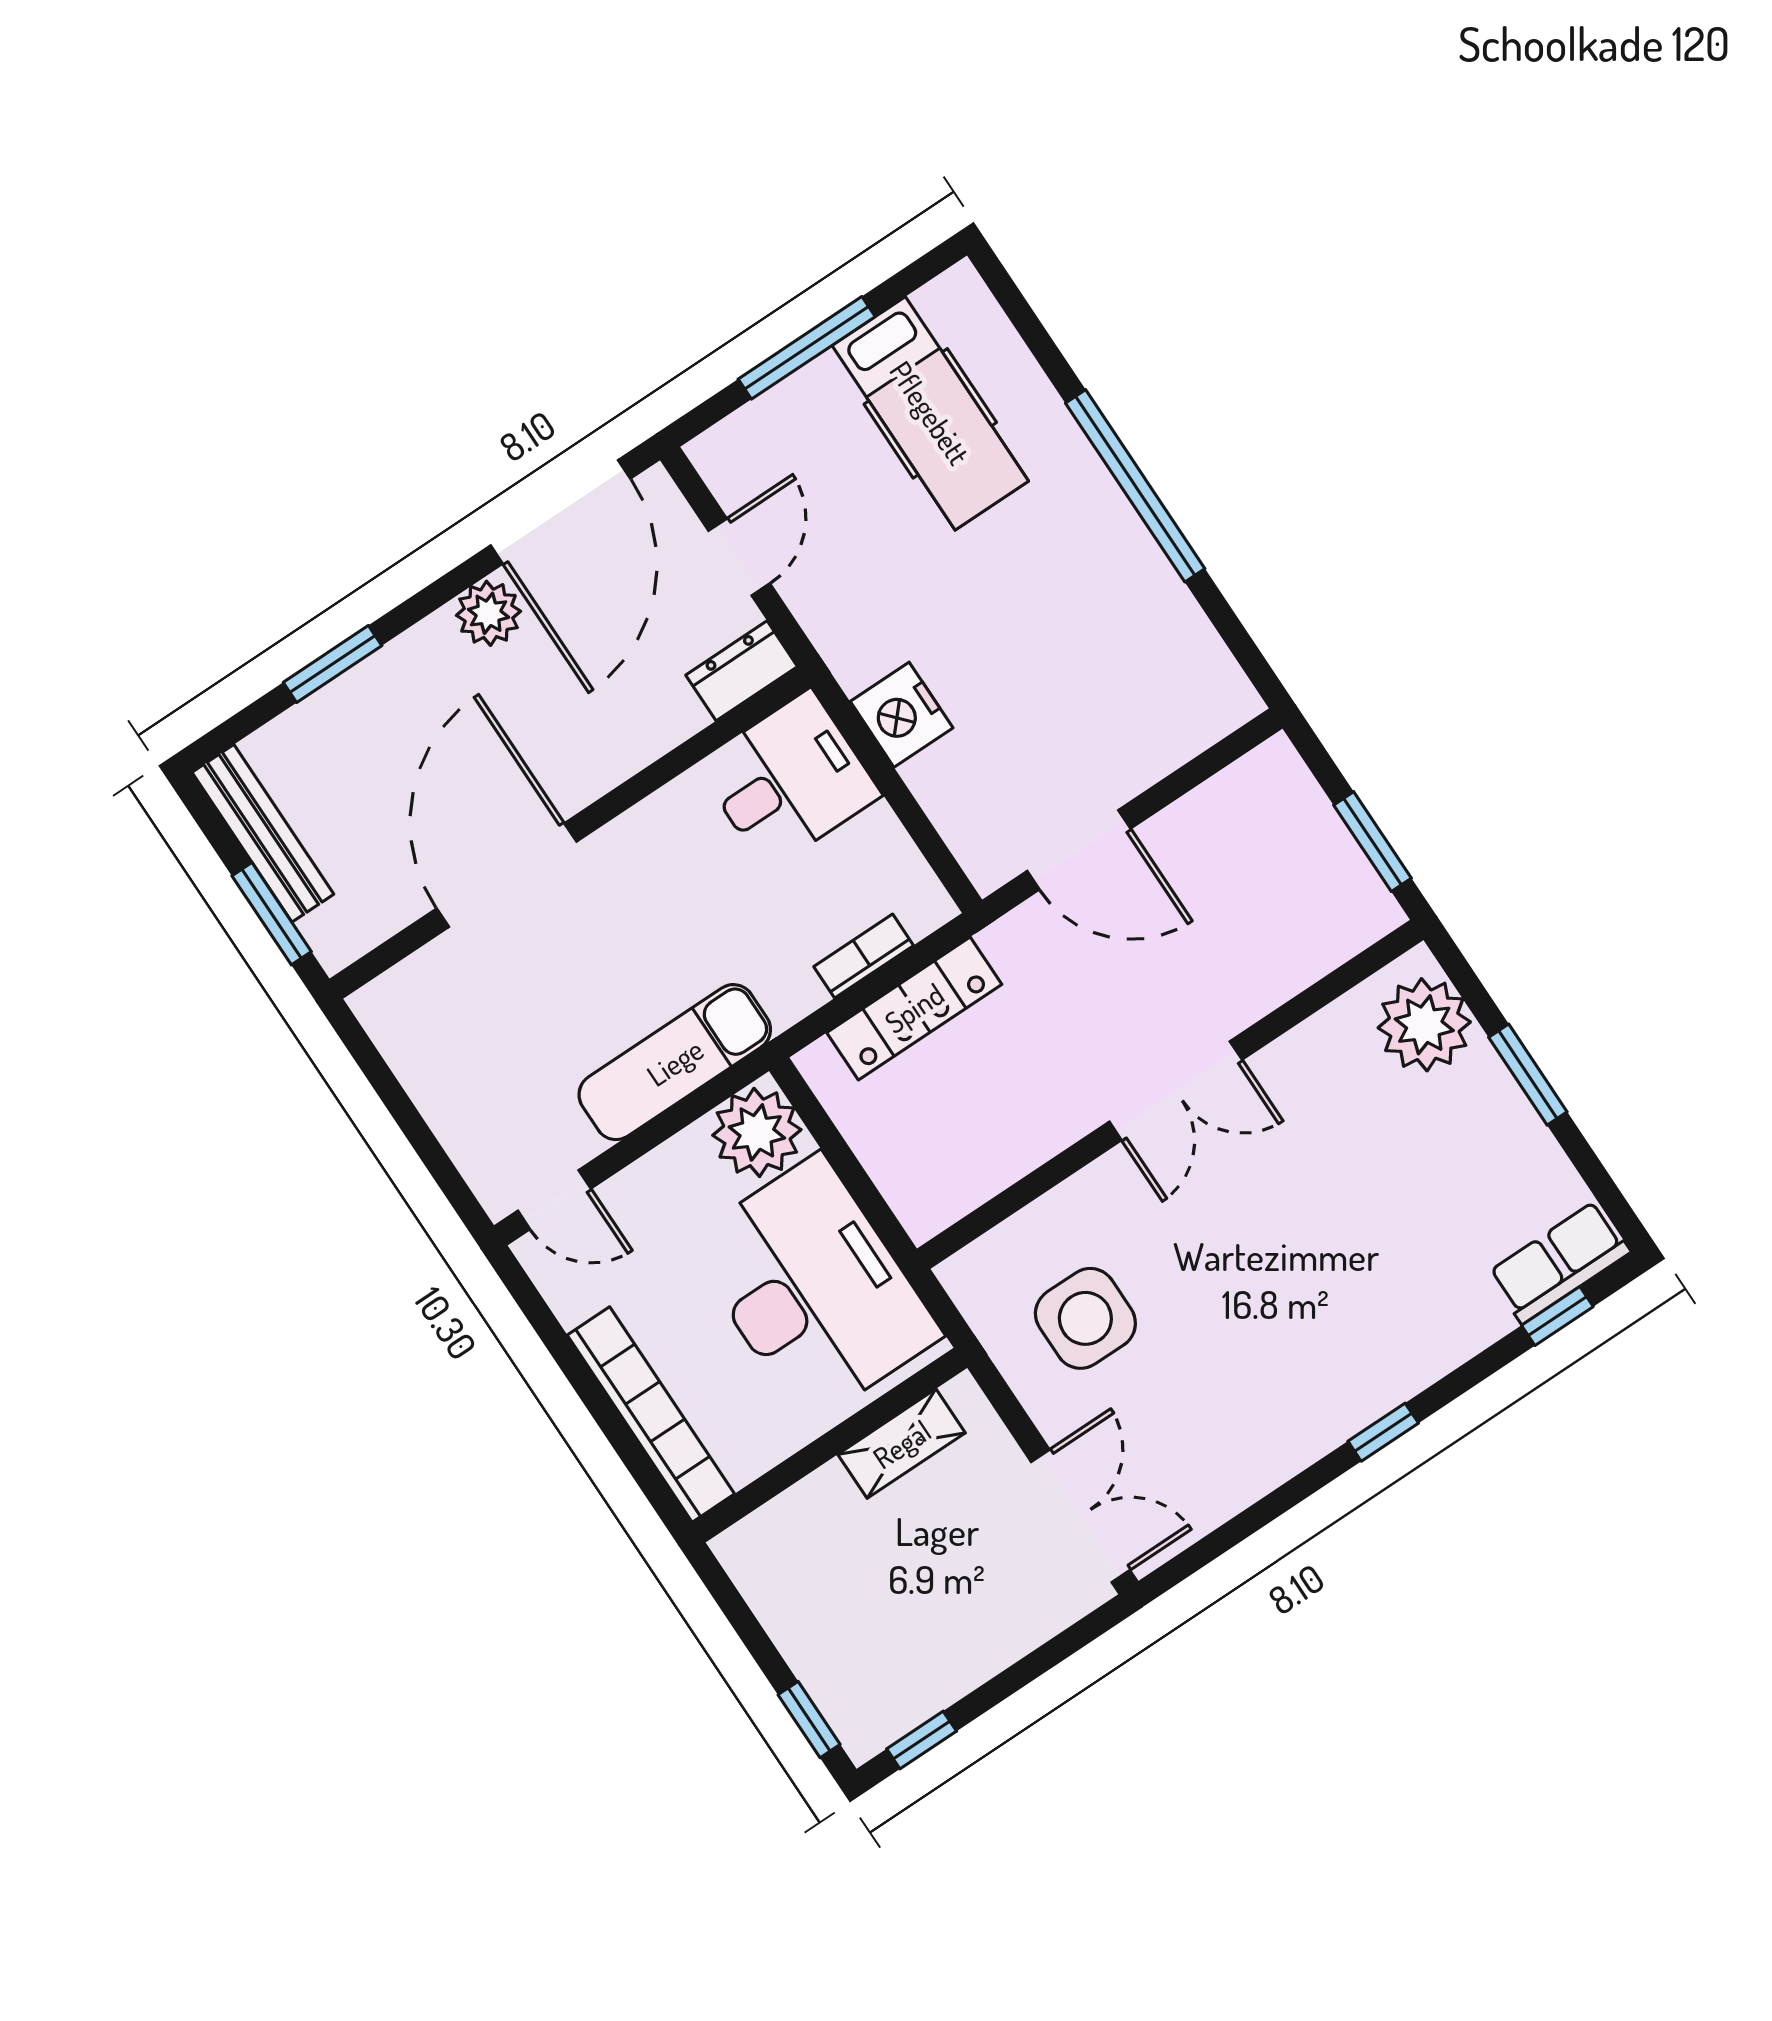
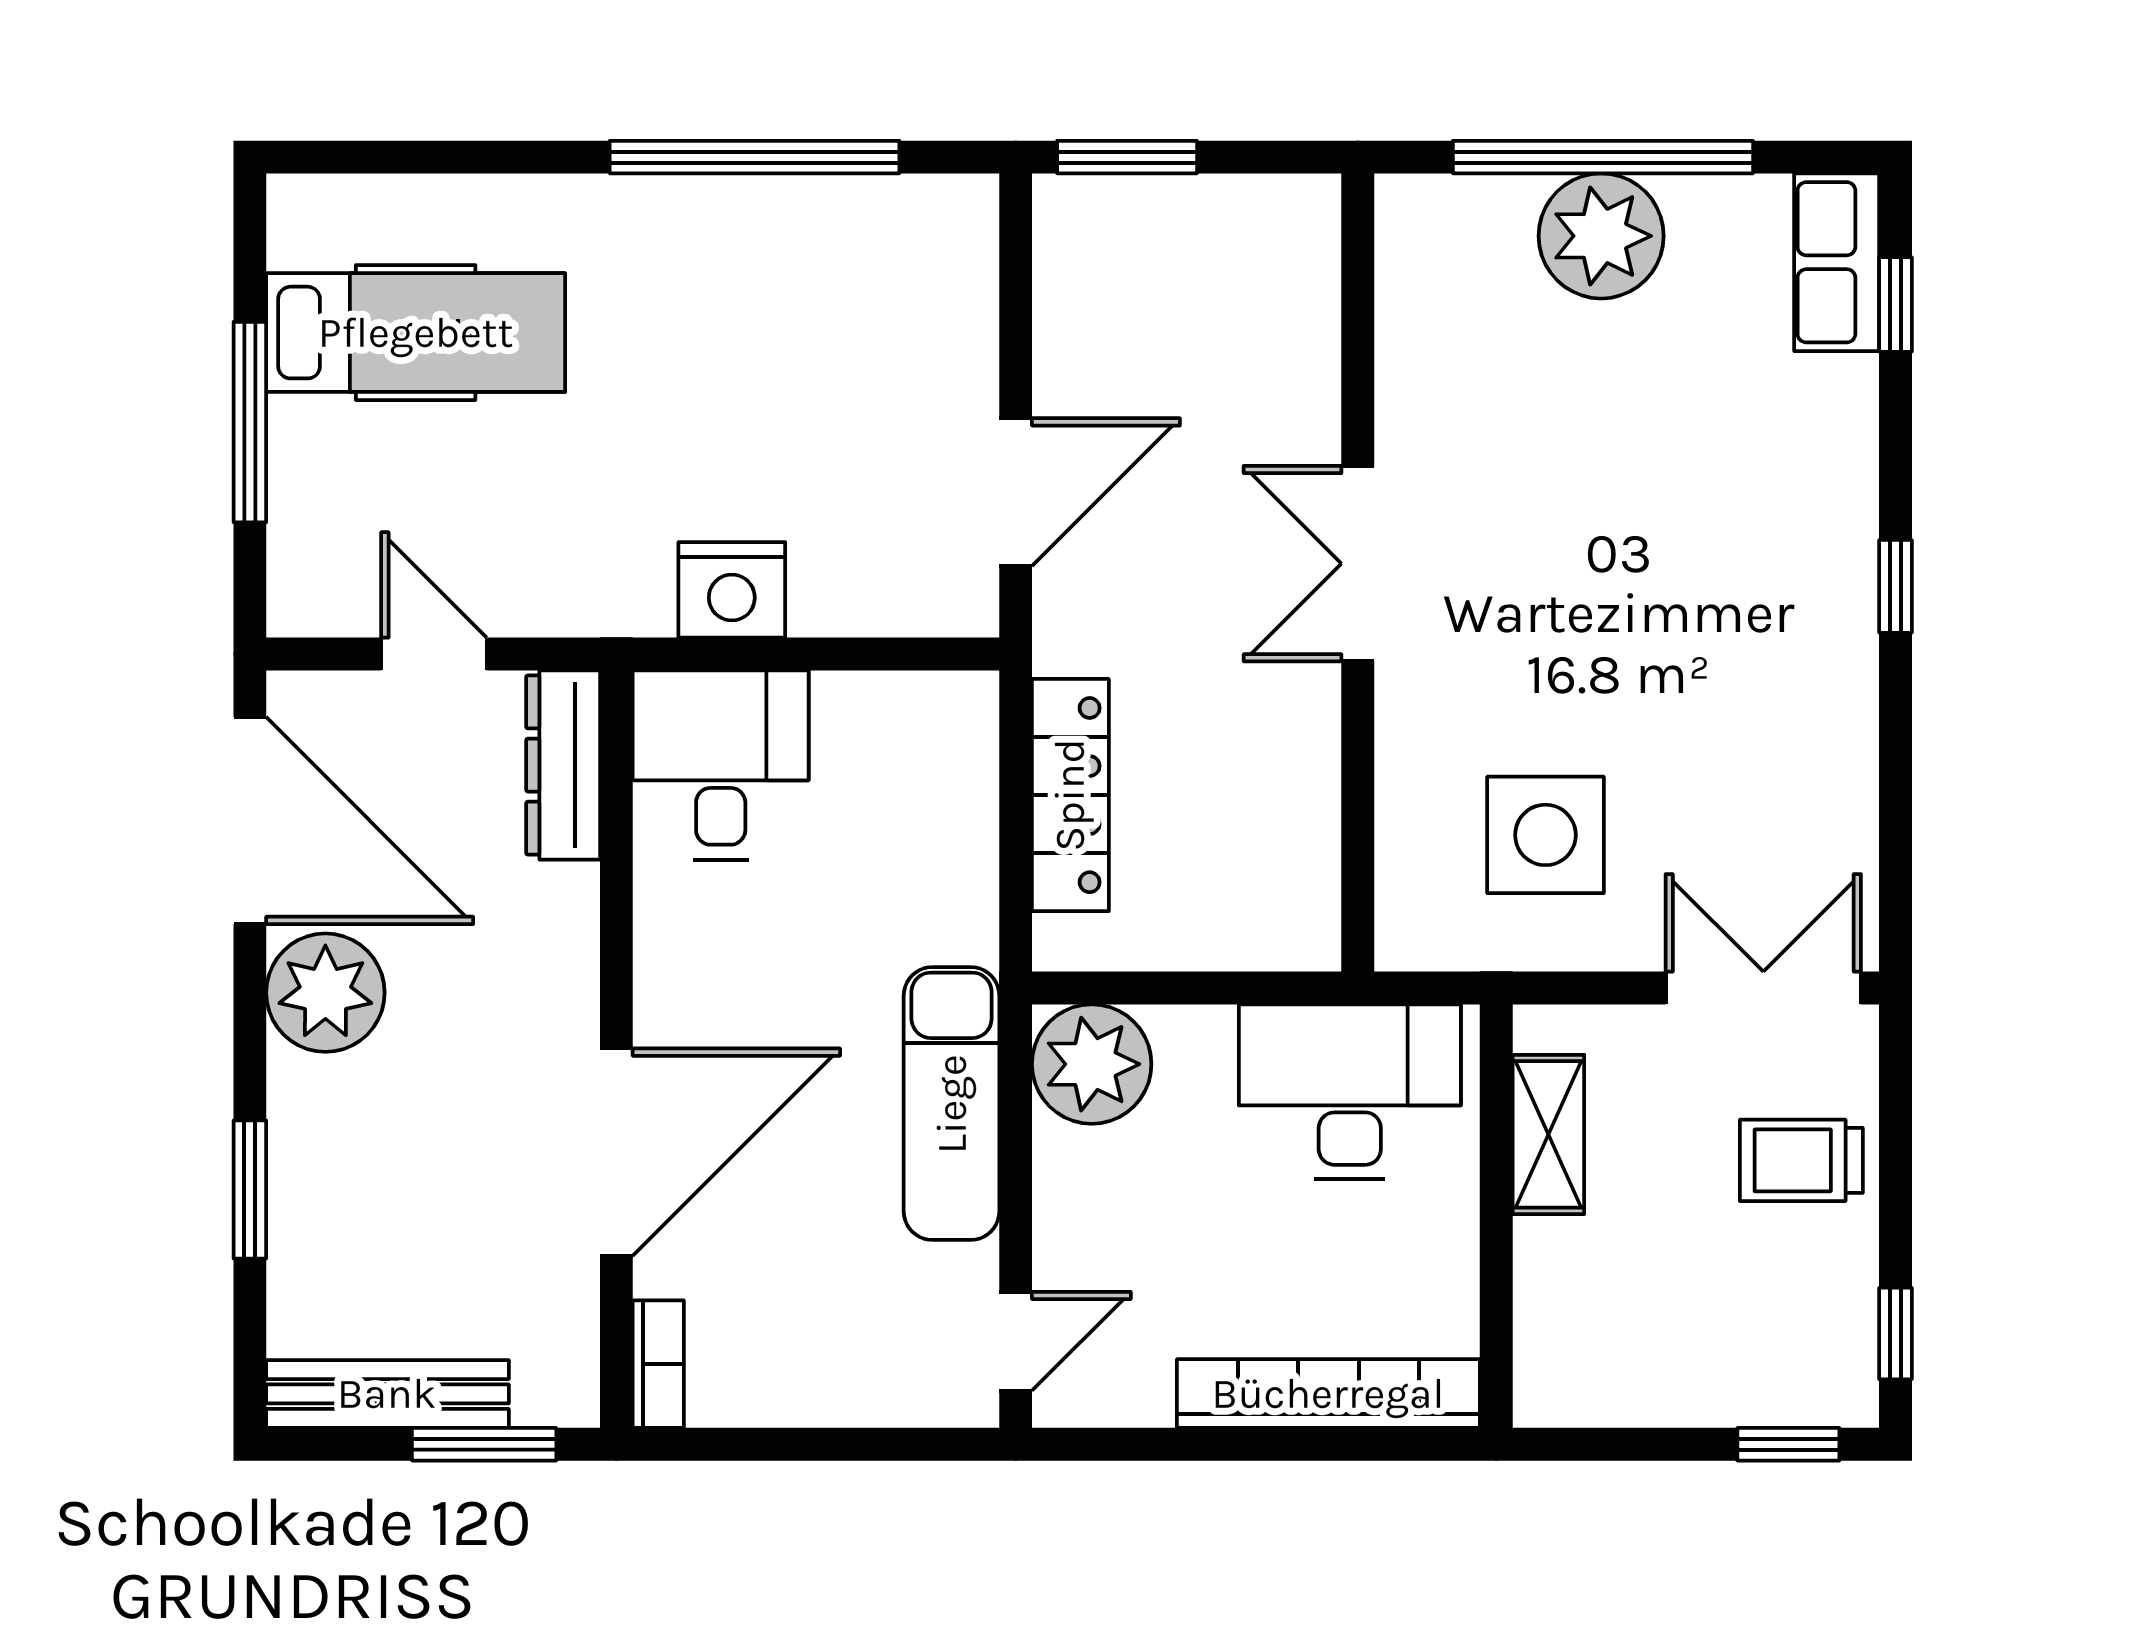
window: (1135, 486) -> (755, 157), moved
plant: (489, 613) -> (325, 993), width x1.36, depth x1.36
dresser: (742, 671) -> (563, 765), width x1.44
window: (1372, 842) -> (1127, 157), moved
door: (507, 875) -> (616, 1152), swing flipped
bookcase: (864, 956) -> (658, 1364), moved, turned 180
plant: (1424, 1025) -> (1601, 236), moved
window: (1528, 1075) -> (1603, 157), width x2.11
double door: (1176, 1091) -> (1358, 564), swing flipped
desk: (813, 1289) -> (1350, 1092), width x0.73, depth x0.77
trolley: (990, 1611) -> (1801, 1160), added

